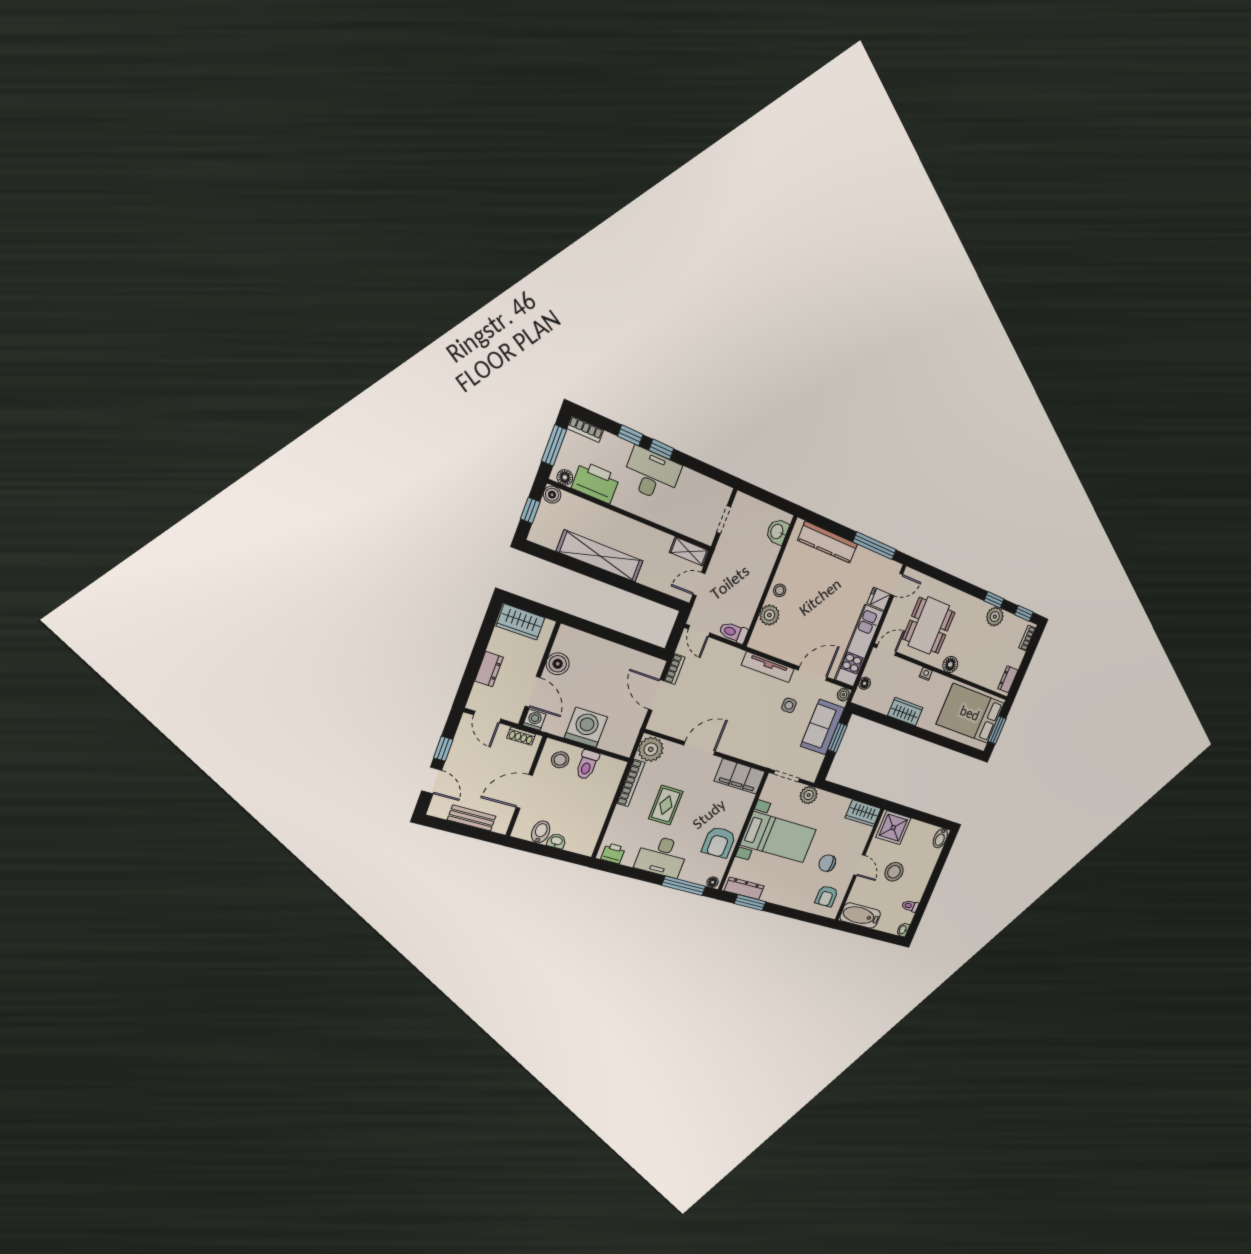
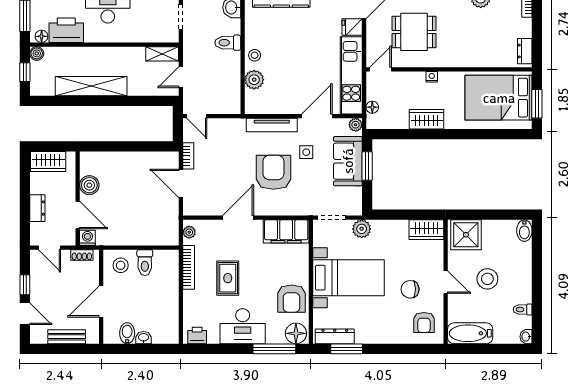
dining table: (929, 626) -> (414, 32), width x0.73
toilet: (733, 632) -> (228, 43), moved
floor lamp: (950, 664) -> (454, 59), removed
armchair: (751, 715) -> (273, 172), added
washing machine: (586, 727) -> (132, 231), removed
plant: (651, 749) -> (189, 232), width x0.53, depth x0.53
floor lamp: (713, 882) -> (296, 333), width x1.89, depth x1.89

